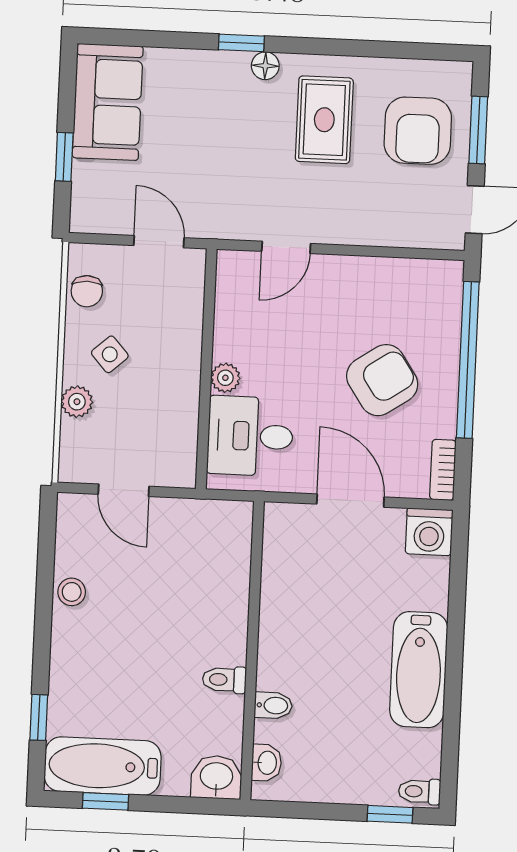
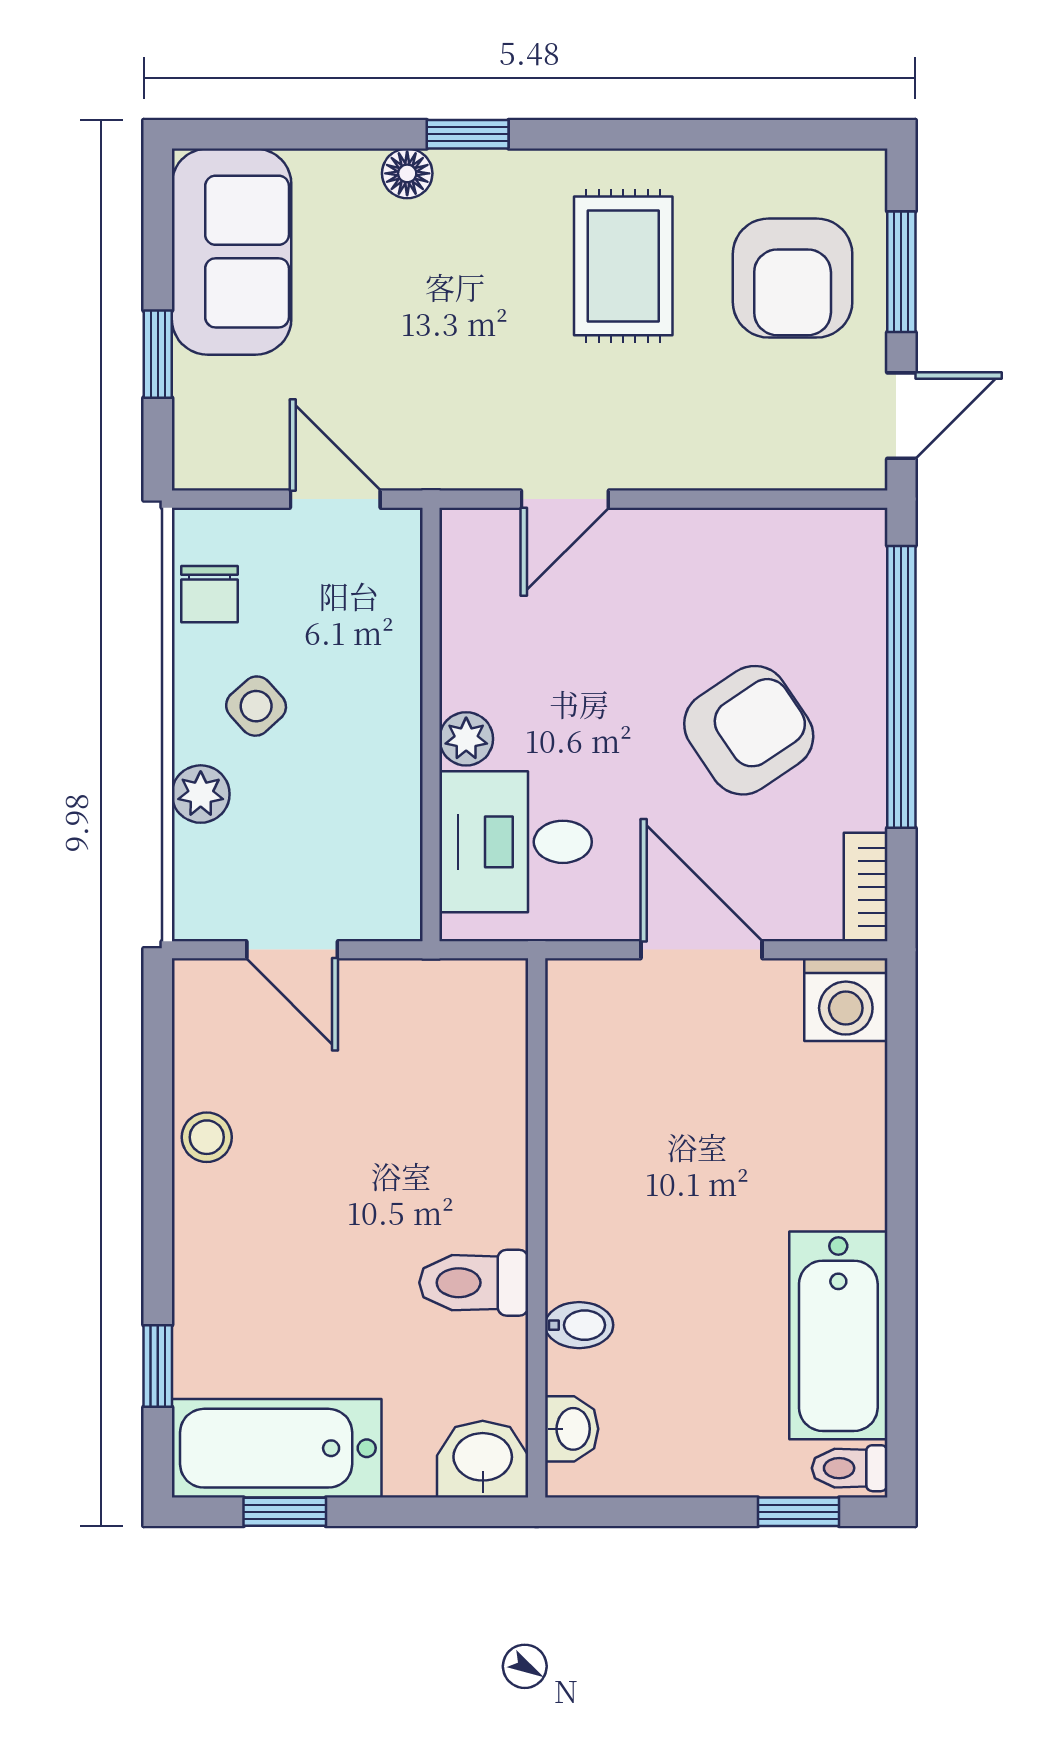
floor lamp: (265, 66) -> (407, 173), moved
bathtub: (419, 670) -> (838, 1335), moved
toilet: (224, 680) -> (474, 1283), width x1.37, depth x1.39

